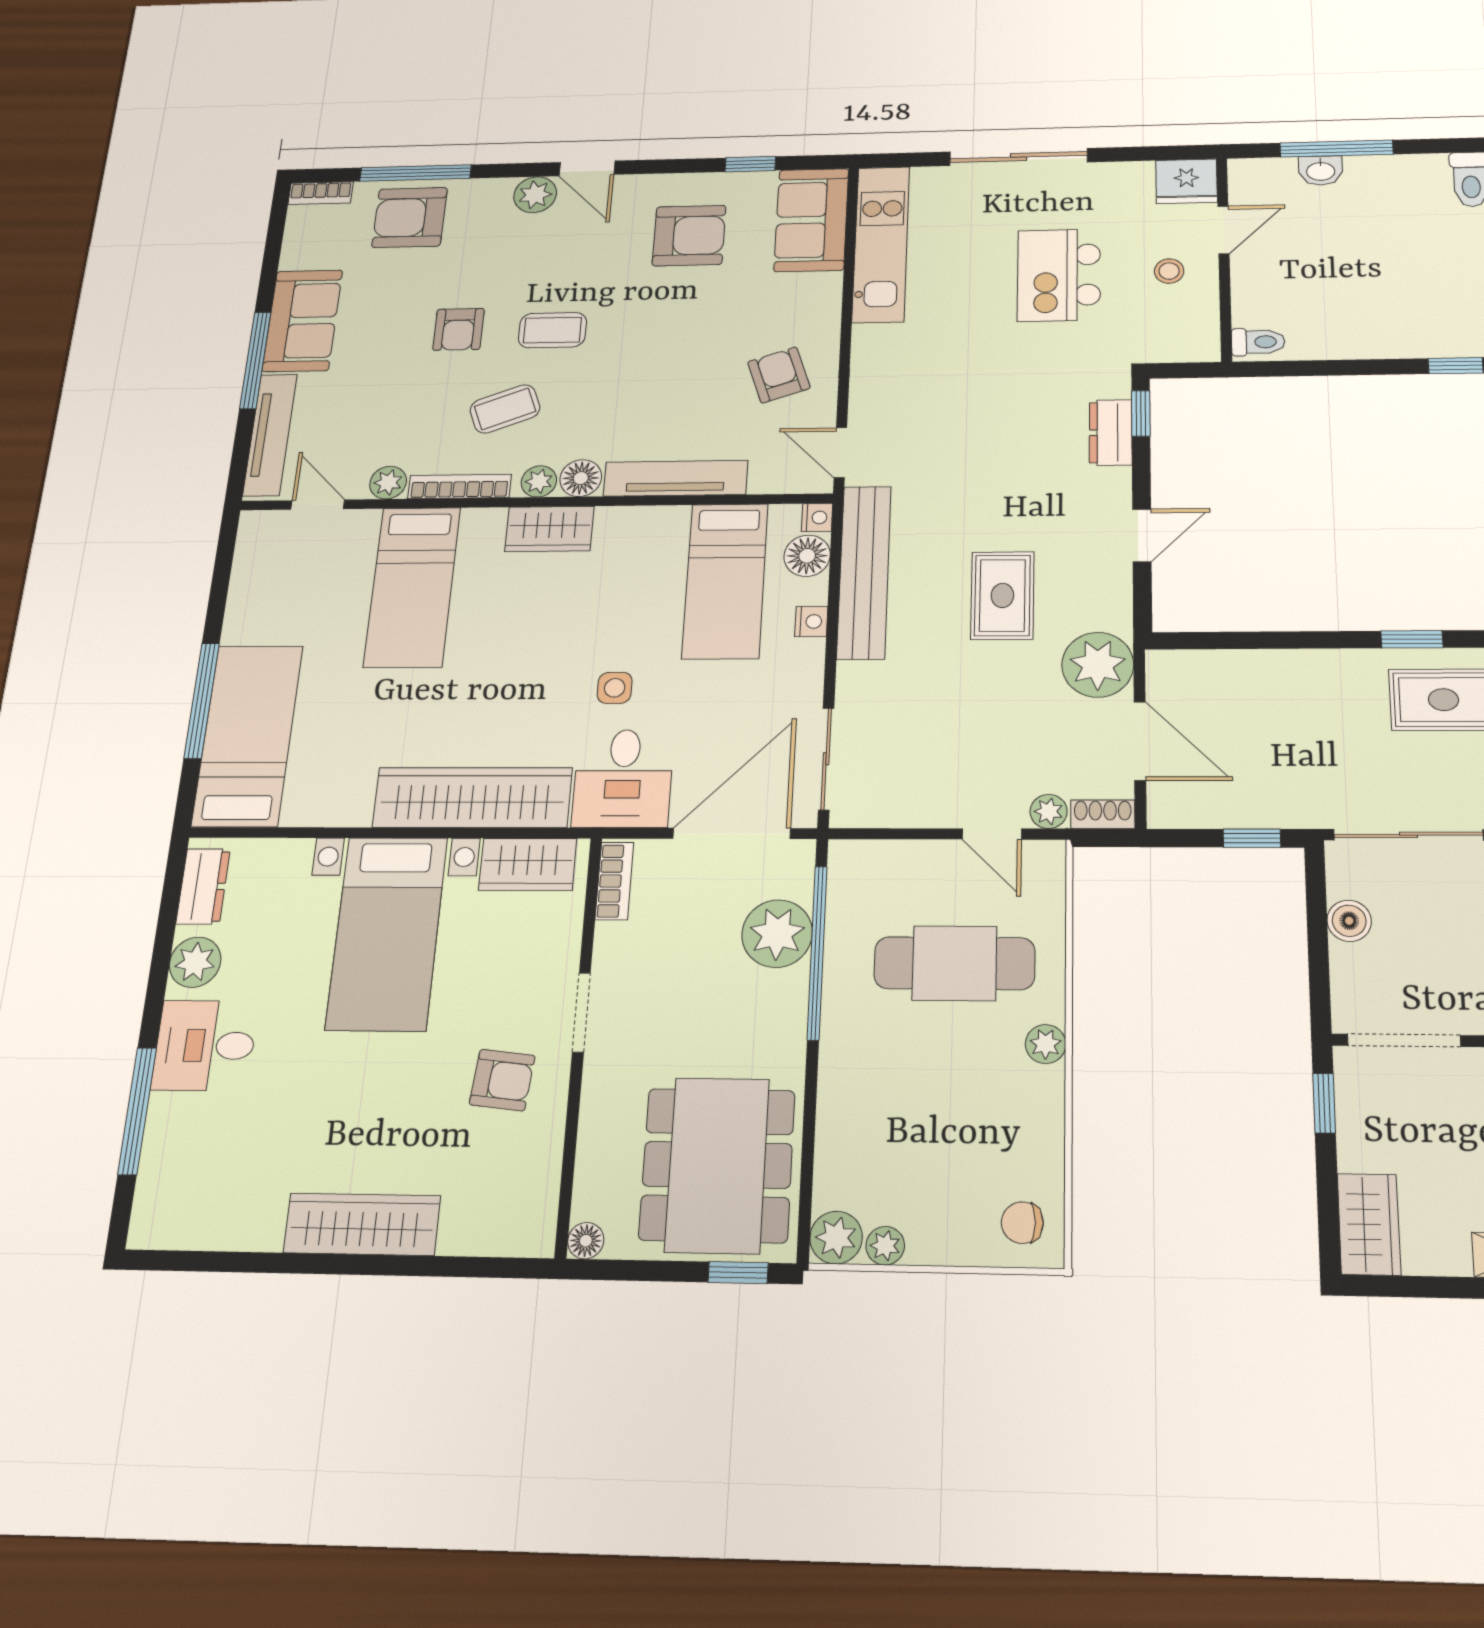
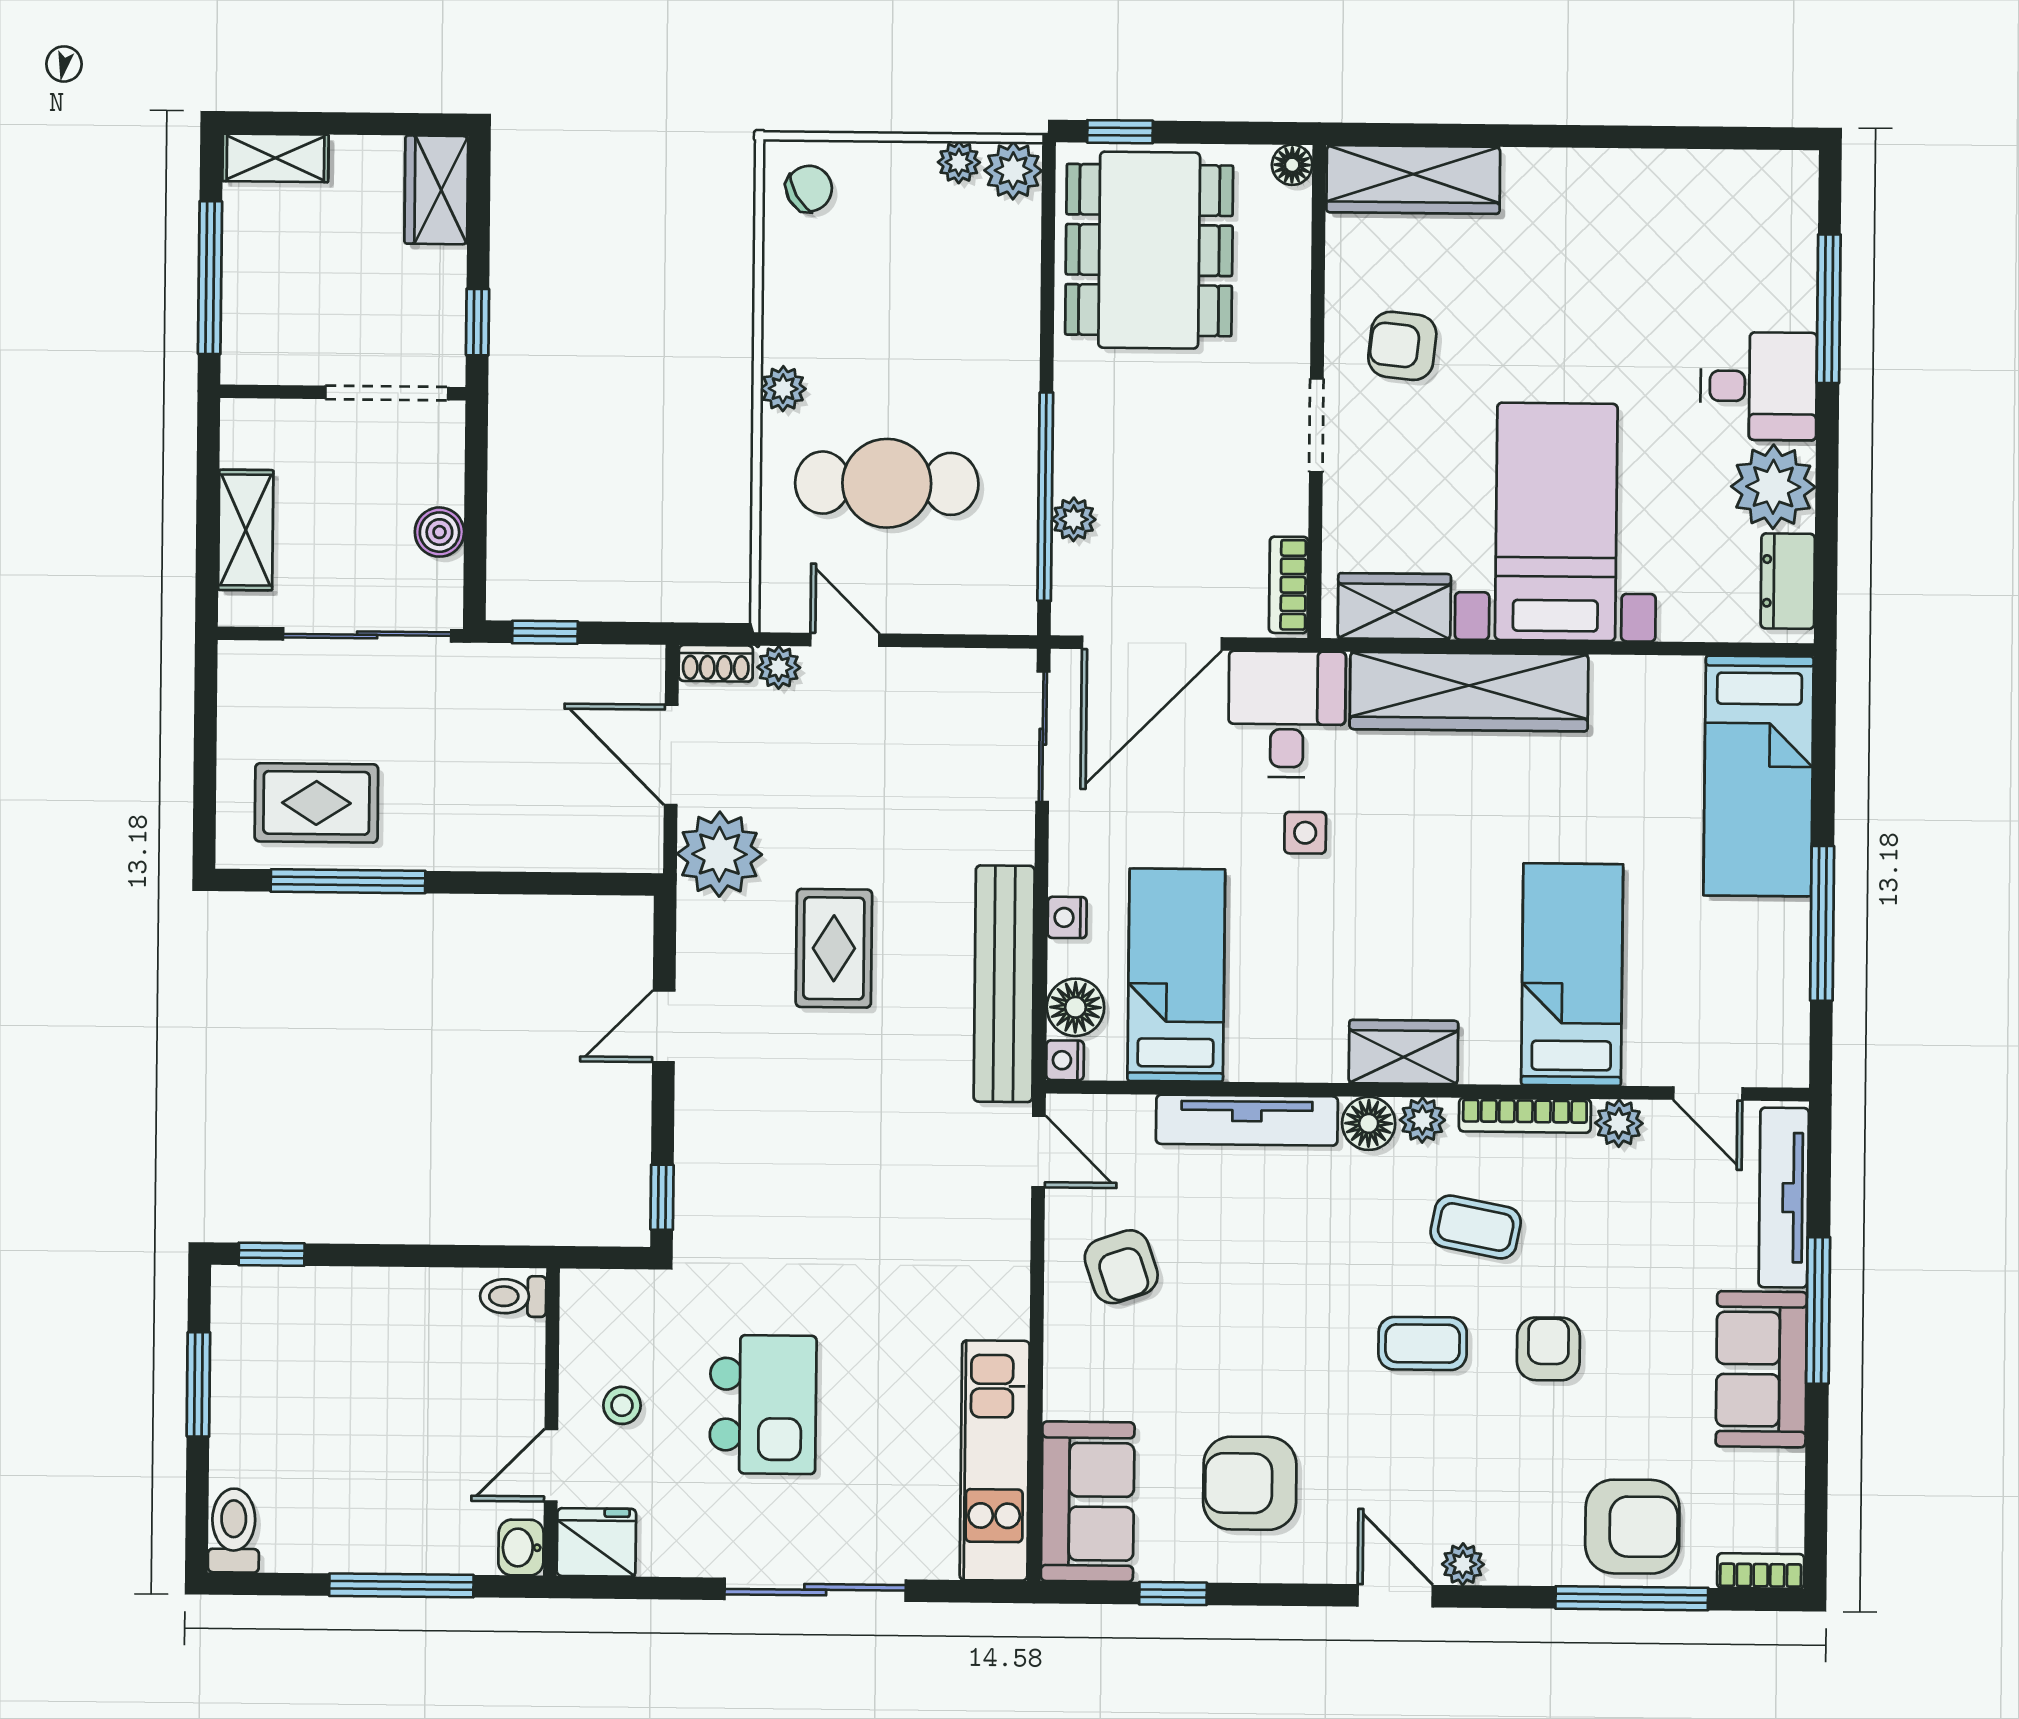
washbasin: (1321, 171) -> (521, 1548), moved, turned -90
plant: (535, 195) -> (1463, 1564), width x0.73, depth x0.73
coffee table: (505, 409) -> (1476, 1227), turned 32
dresser: (1111, 432) -> (700, 1171), removed
window: (1412, 639) -> (348, 881), width x2.17
window: (202, 701) -> (1822, 923), moved
plant: (777, 934) -> (1074, 519), width x0.53, depth x0.53
plant: (195, 962) -> (1773, 487), width x1.36, depth x1.36
chair: (1022, 1223) -> (809, 189), turned -30
wardrobe: (362, 1224) -> (1413, 179), moved

